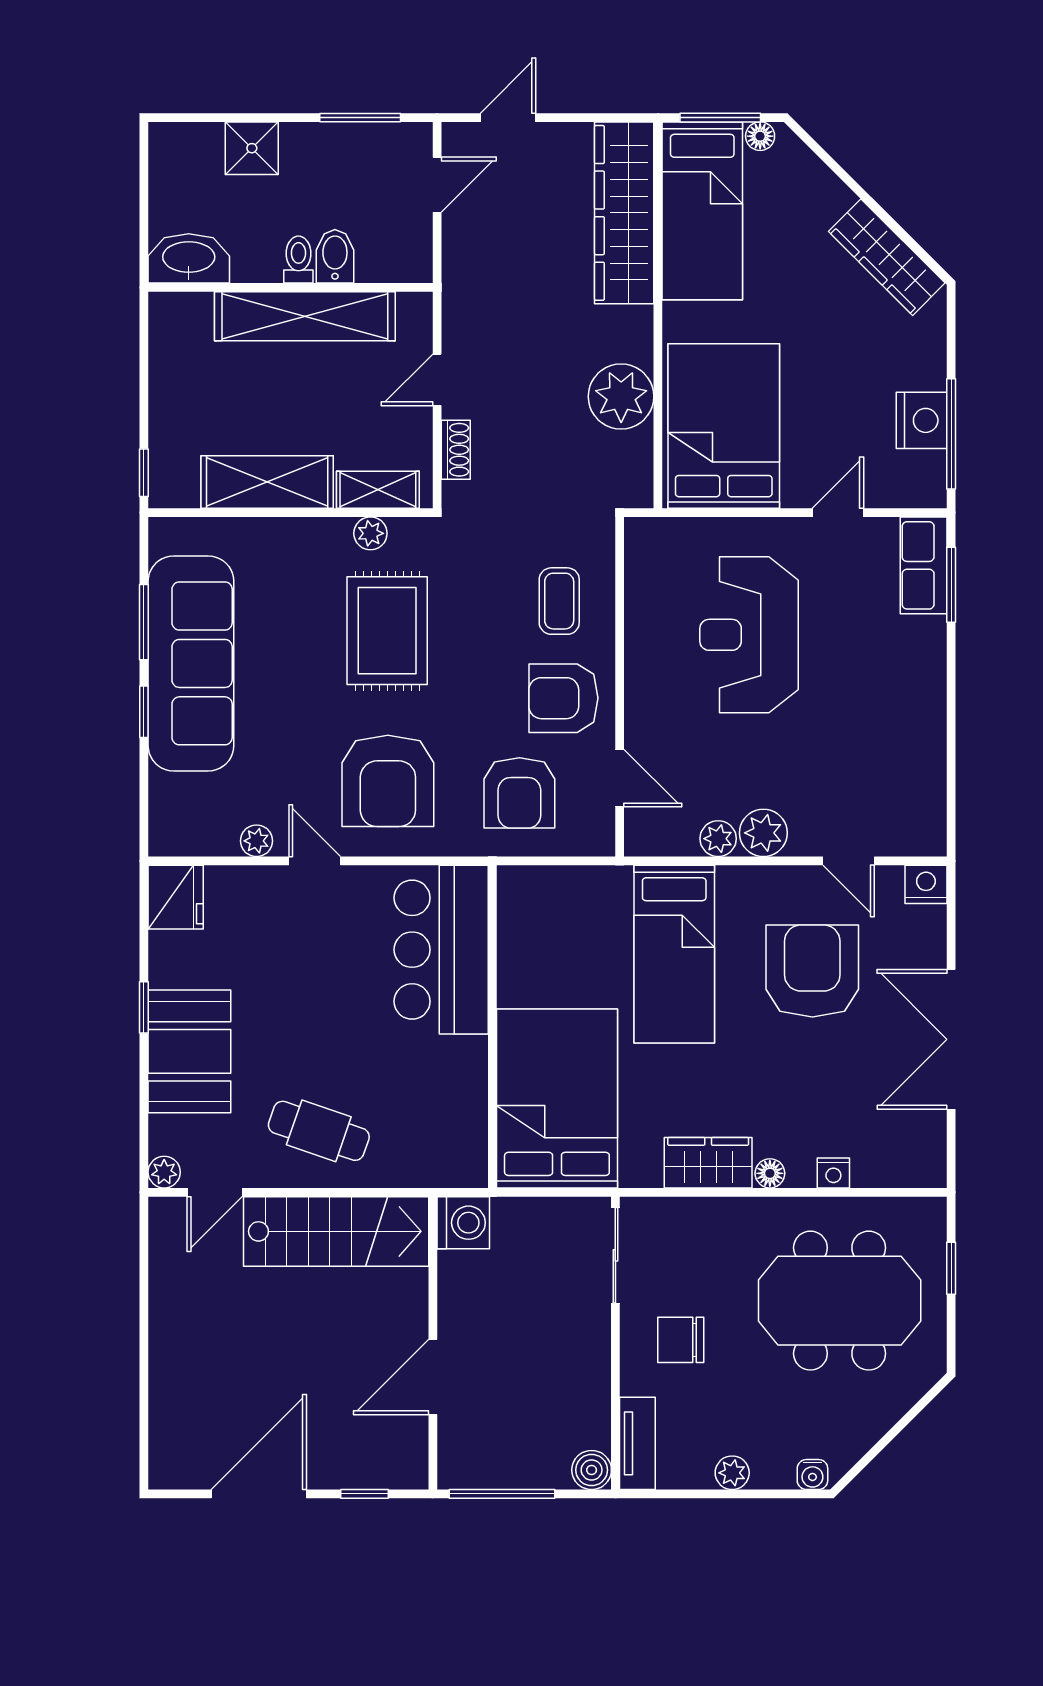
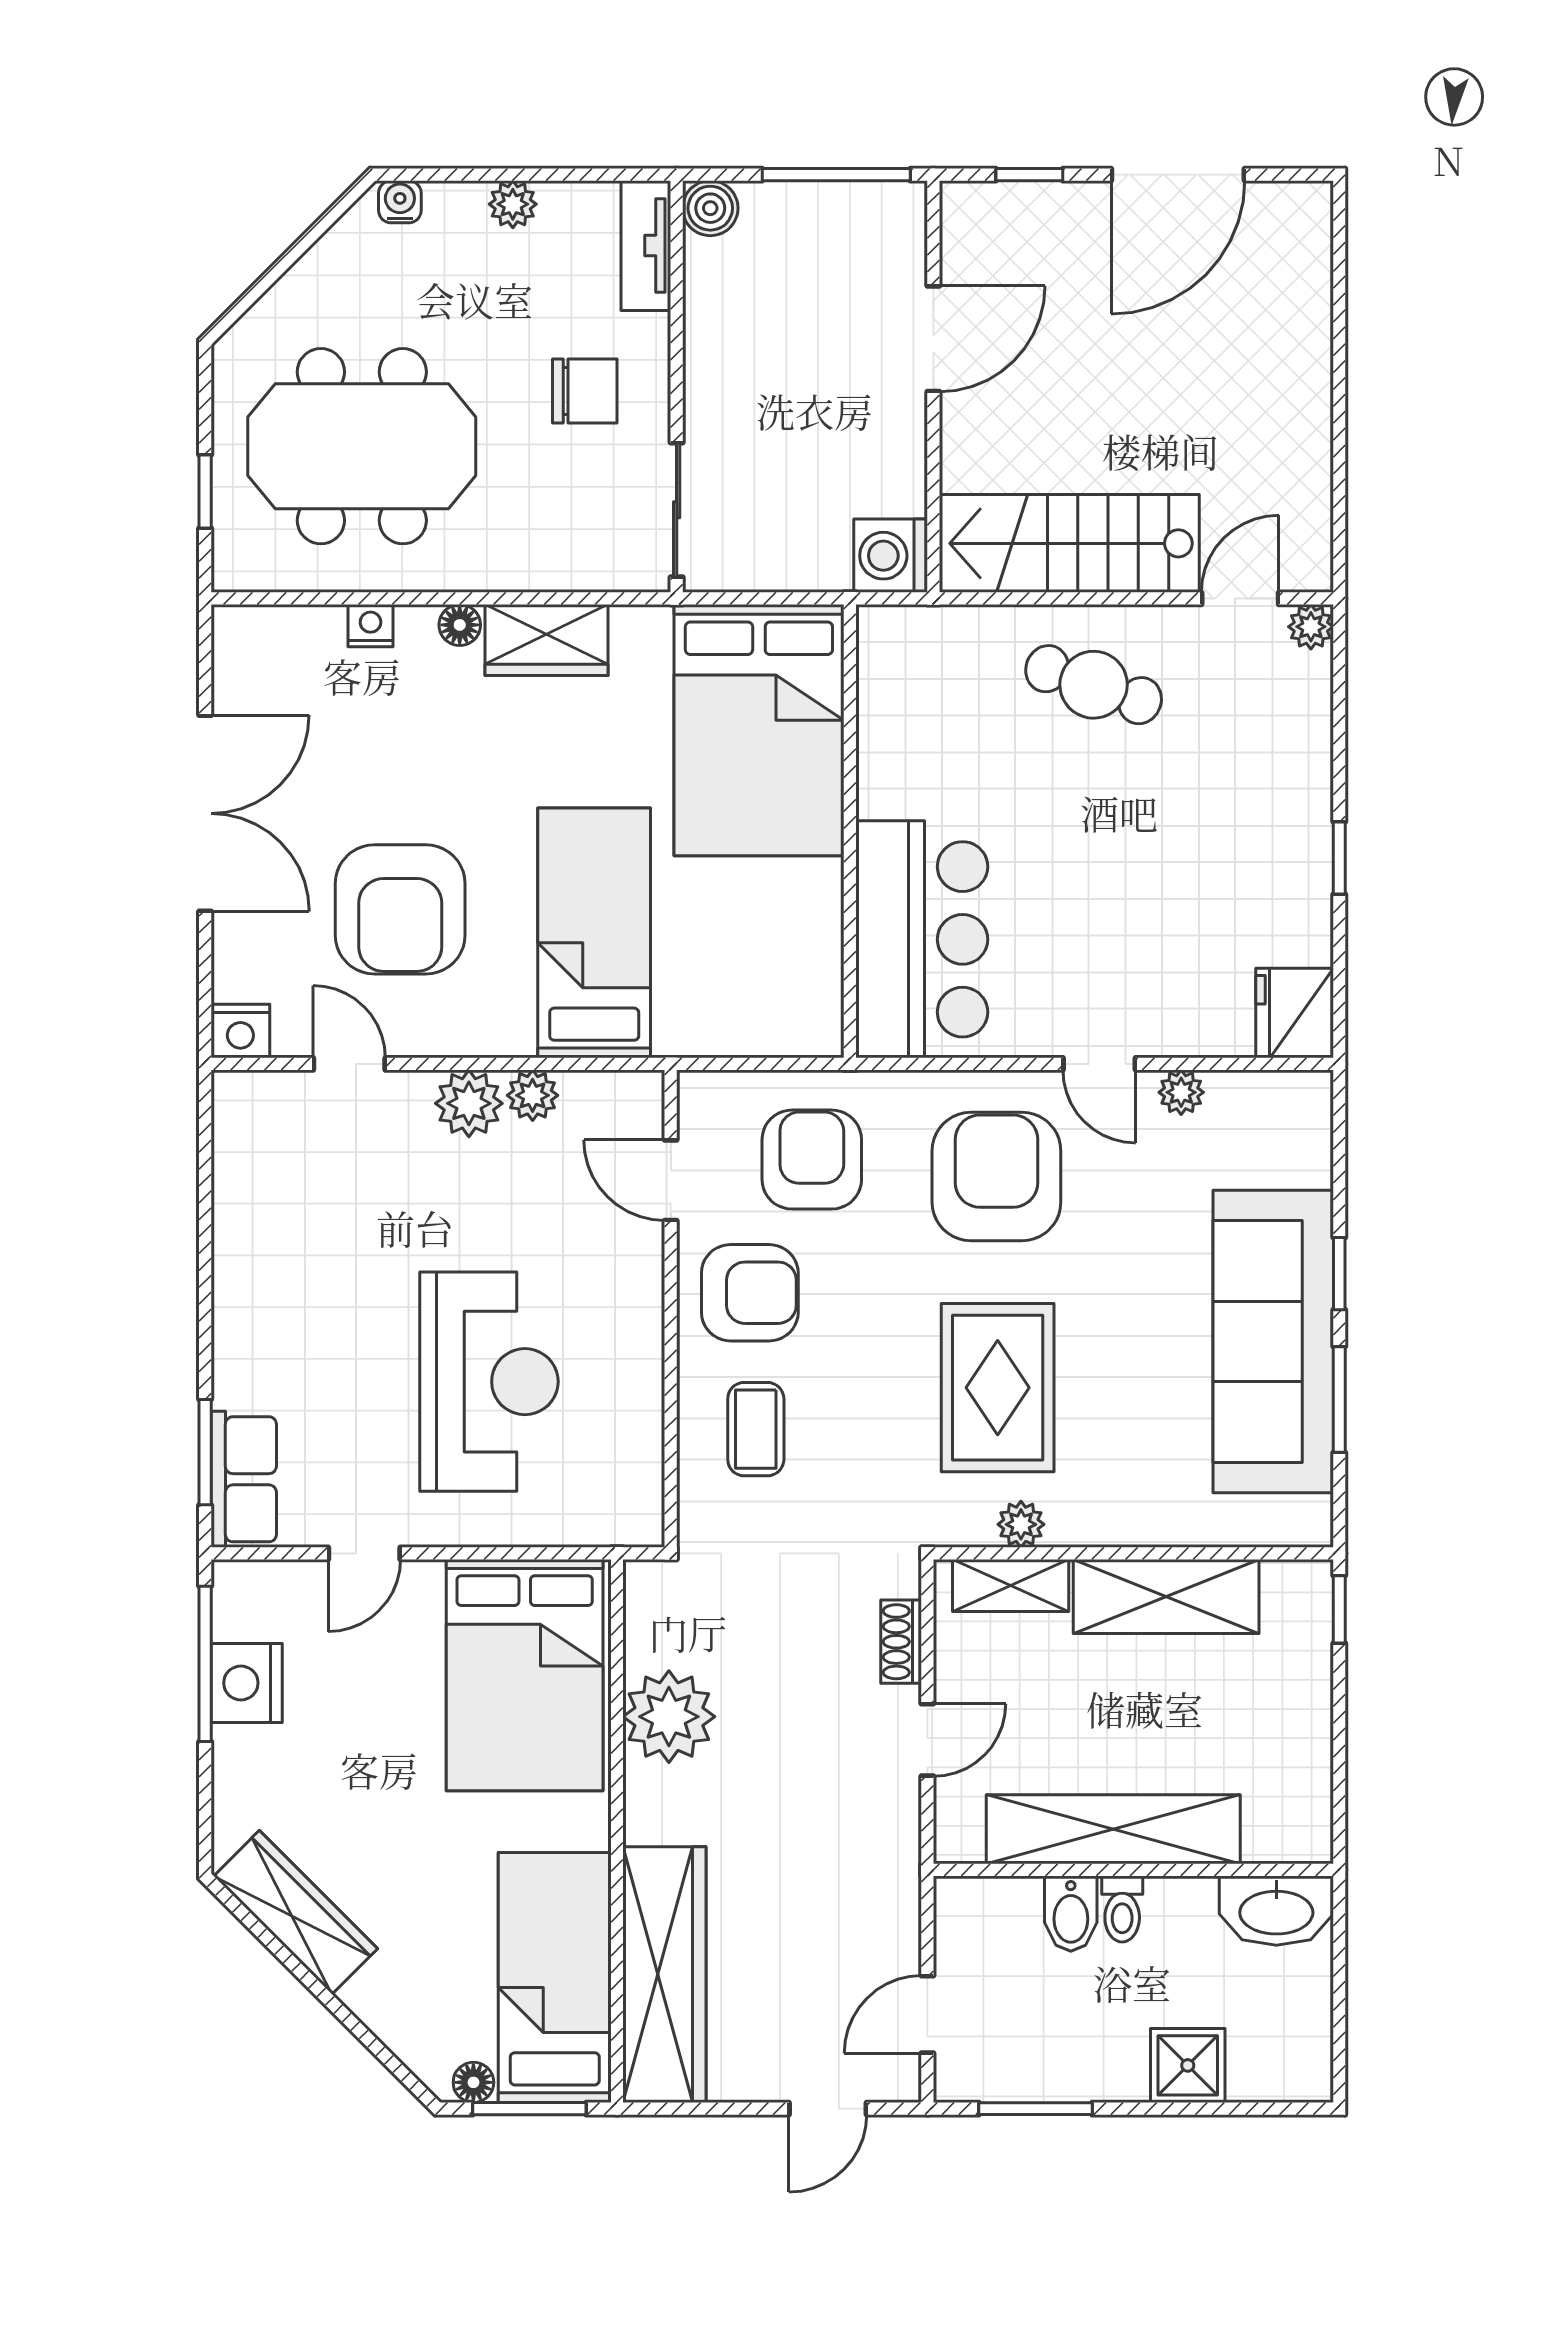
booth: (189, 1051) -> (1275, 796), removed

